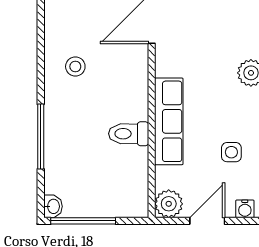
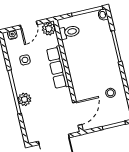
stool: (75, 67) -> (111, 93), moved
toilet: (129, 134) -> (69, 32), moved

